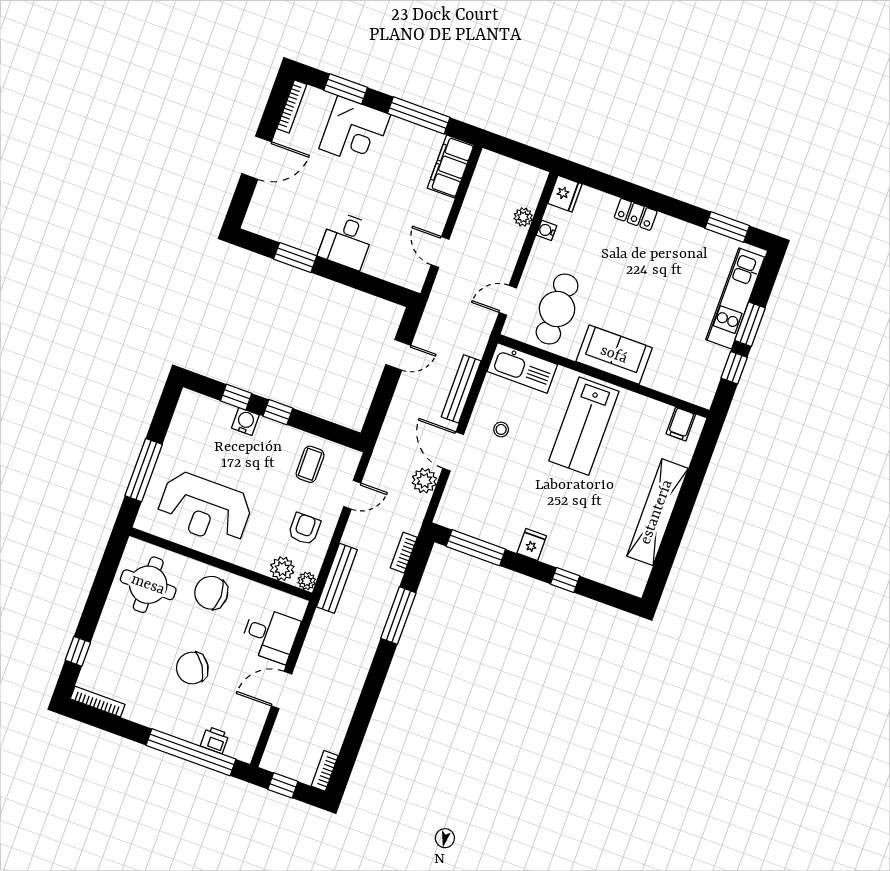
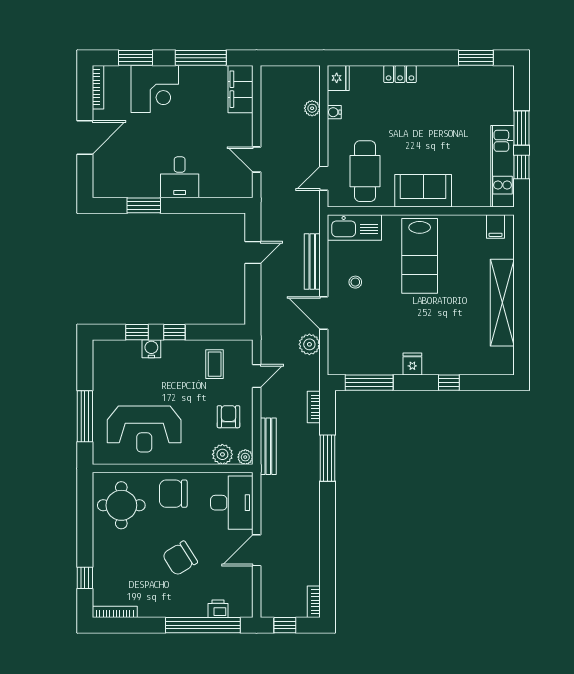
kitchen unit: (735, 298) -> (503, 166), moved
desk: (270, 635) -> (232, 503), width x1.37

